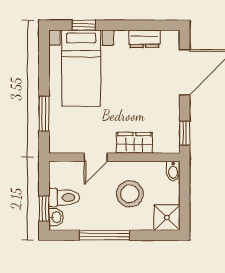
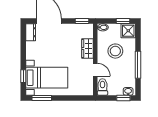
dresser: (144, 39) -> (31, 32), moved
window: (44, 114) -> (42, 98), moved
toilet: (64, 198) -> (102, 87), moved
window: (185, 208) -> (123, 21), added

